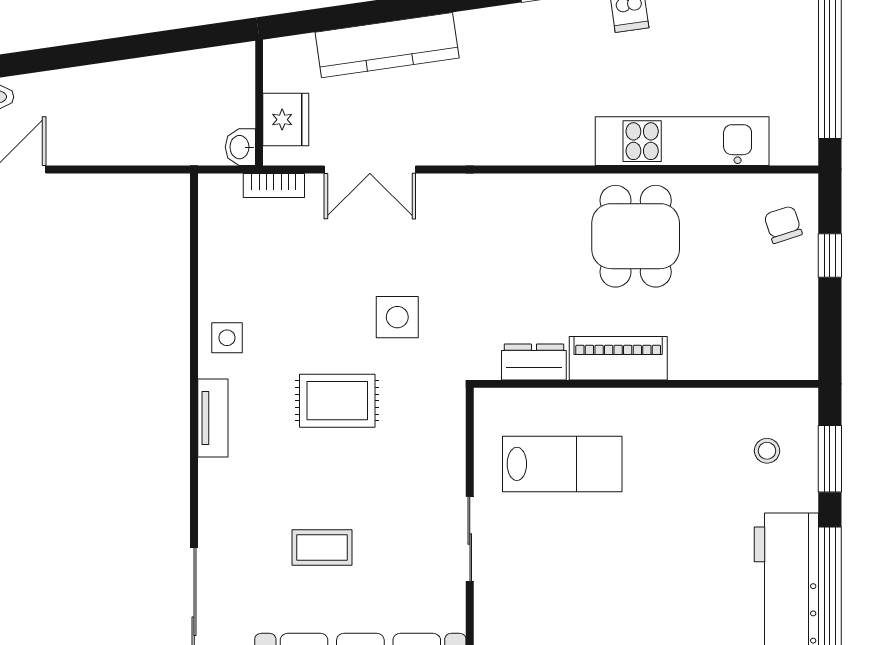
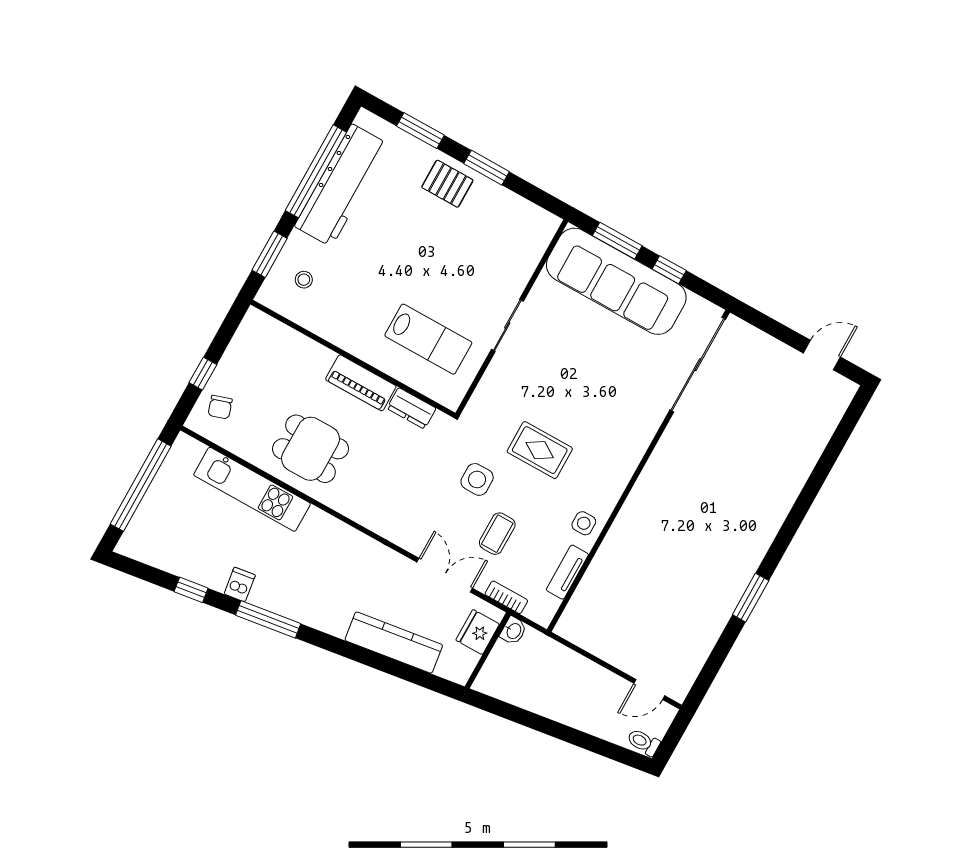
dining table: (636, 236) -> (311, 449), turned 90
tv unit: (213, 418) -> (567, 572), moved
lab bench: (562, 464) -> (428, 339), turned 180
coffee table: (322, 547) -> (497, 534), moved, turned 90

